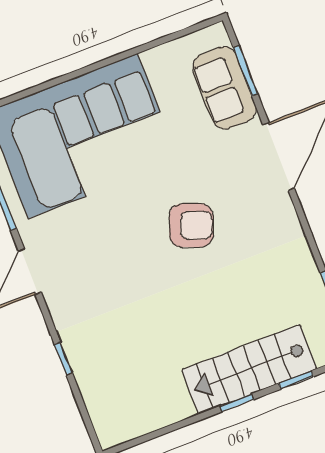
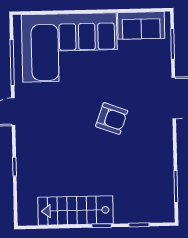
sofa: (225, 88) -> (141, 25), moved, turned -90
stairs: (249, 369) -> (75, 210), moved

